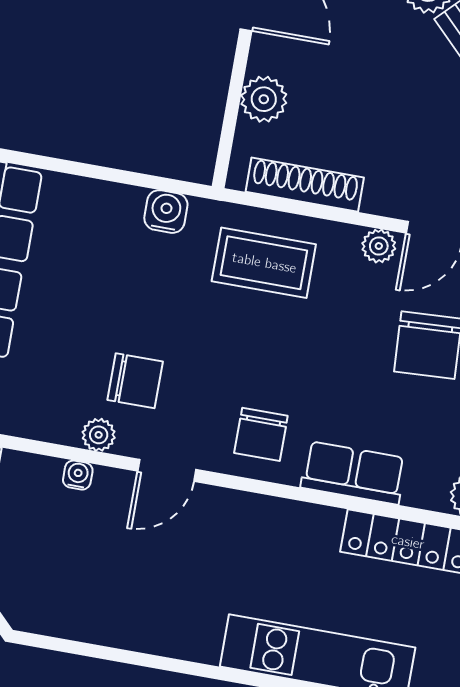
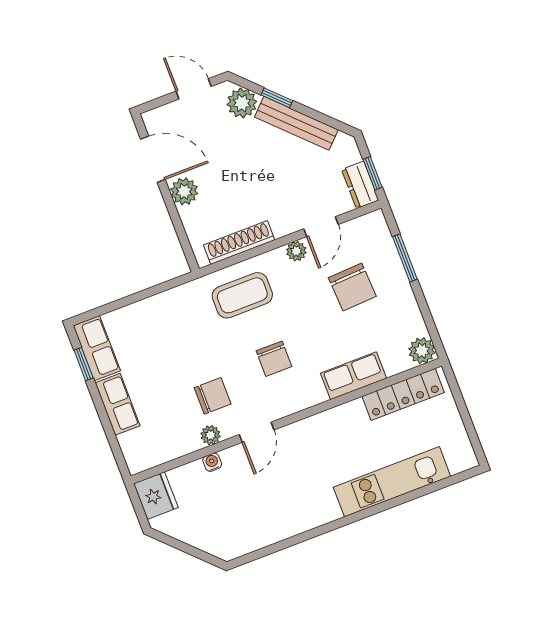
plant: (264, 99) -> (184, 191), moved
water cooler: (166, 212) -> (176, 299), removed
chair: (261, 434) -> (274, 359), moved

